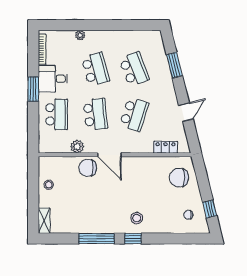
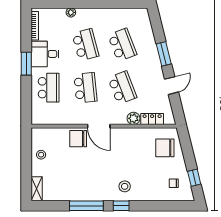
window: (174, 65) -> (164, 54), moved
school desk: (134, 114) -> (122, 88), turned -39
plant: (77, 147) -> (134, 118), moved

